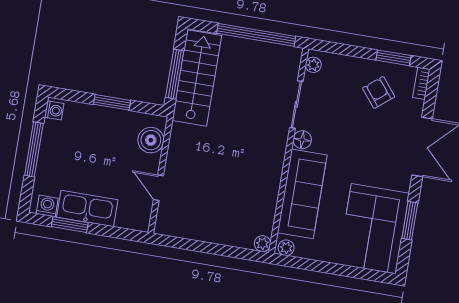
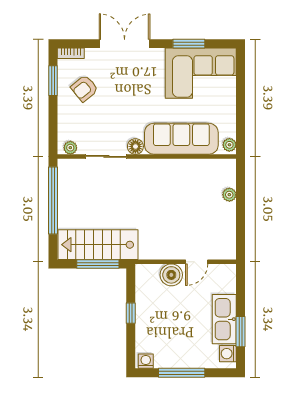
window: (112, 102) -> (131, 313), width x0.67
boiler: (151, 140) -> (171, 275), moved
plant: (263, 244) -> (229, 195), moved

